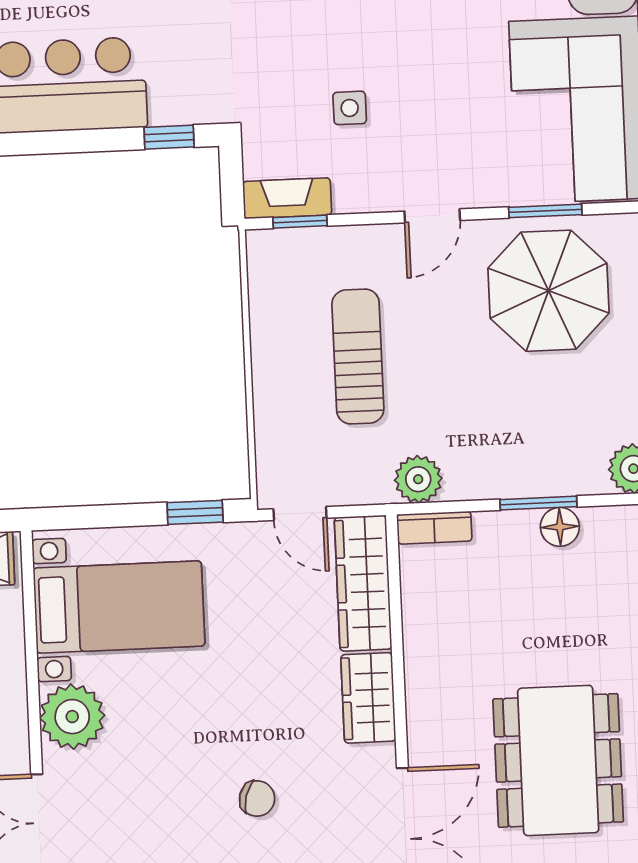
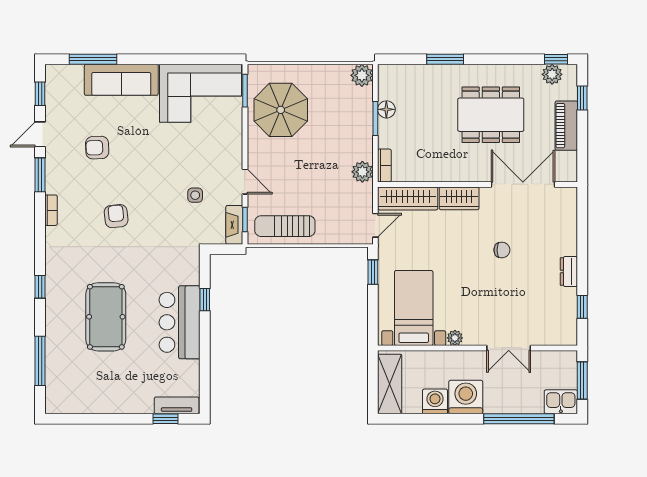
window: (169, 137) -> (205, 300), moved
window: (545, 211) -> (245, 91), moved
door: (432, 216) -> (245, 182), moved
sun lounger: (358, 356) -> (285, 226), moved
plant: (72, 717) -> (455, 338), width x0.53, depth x0.53
chair: (257, 798) -> (502, 250), turned 74

